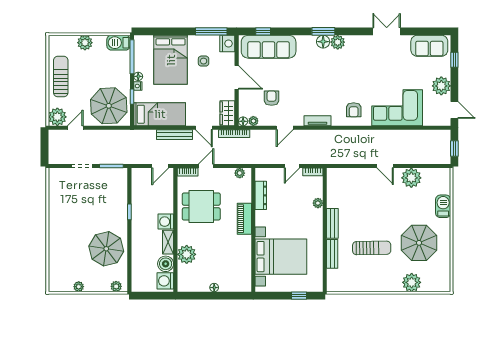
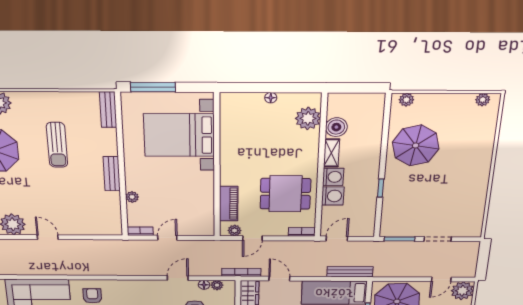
floor lamp: (243, 121) -> (204, 285), moved
tv unit: (318, 121) -> (137, 285), removed
bench: (174, 135) -> (350, 272), moved
door: (206, 166) -> (252, 238), moved
dresser: (261, 195) -> (207, 206), removed
piano: (244, 219) -> (229, 204), moved
sun lounger: (372, 248) -> (57, 145), turned -89
plant: (187, 254) -> (308, 118), moved
bench: (332, 254) -> (108, 110), moved
washing machine: (165, 281) -> (333, 196), moved
plant: (79, 287) -> (483, 100), moved
window: (299, 296) -> (153, 87), width x2.17

